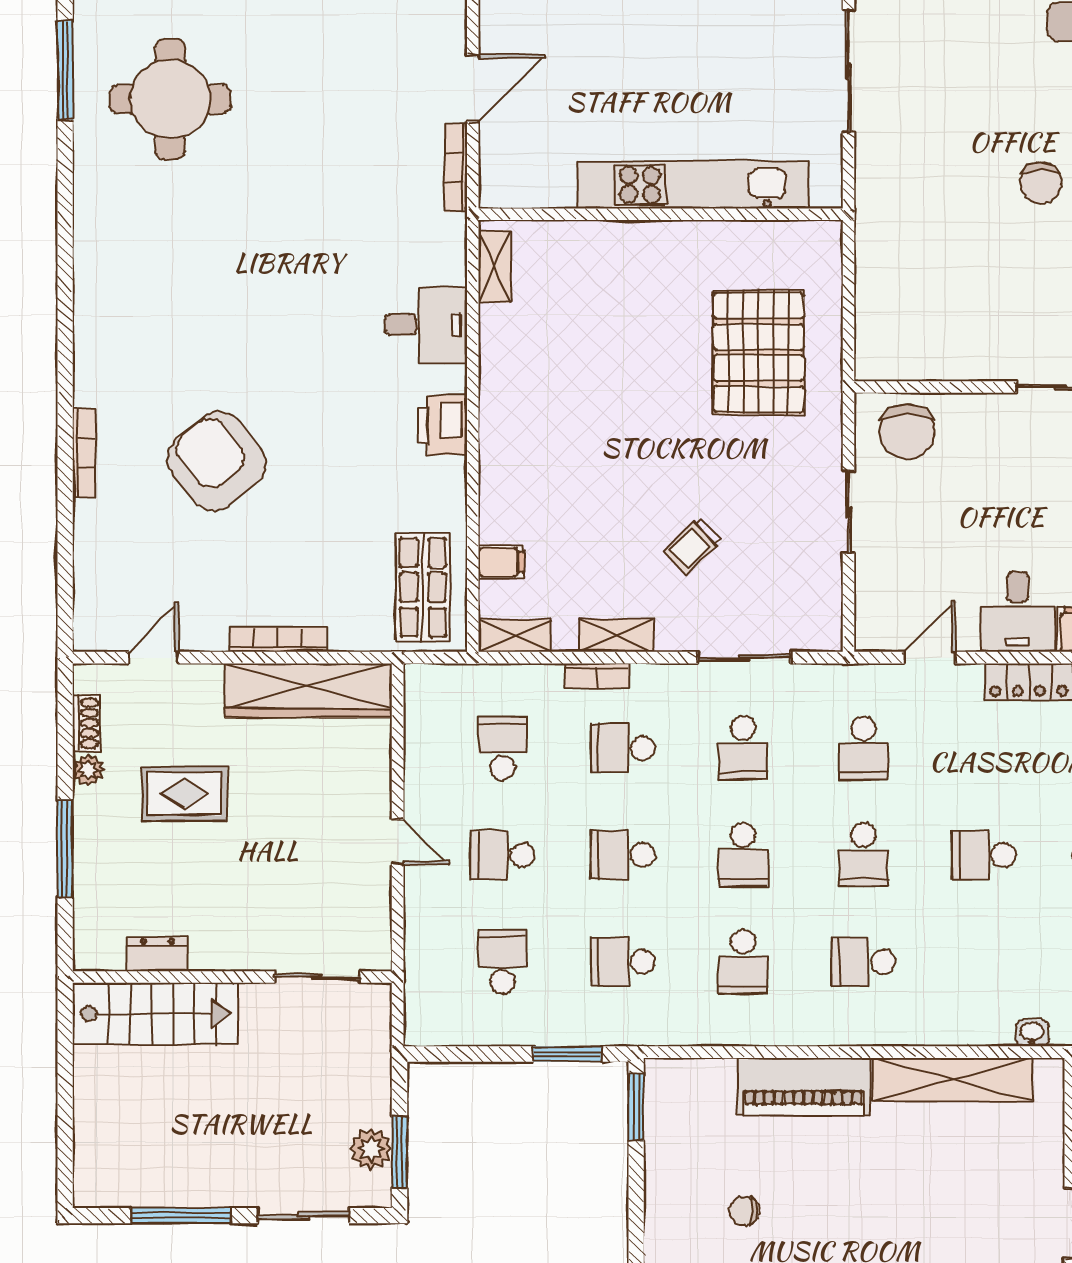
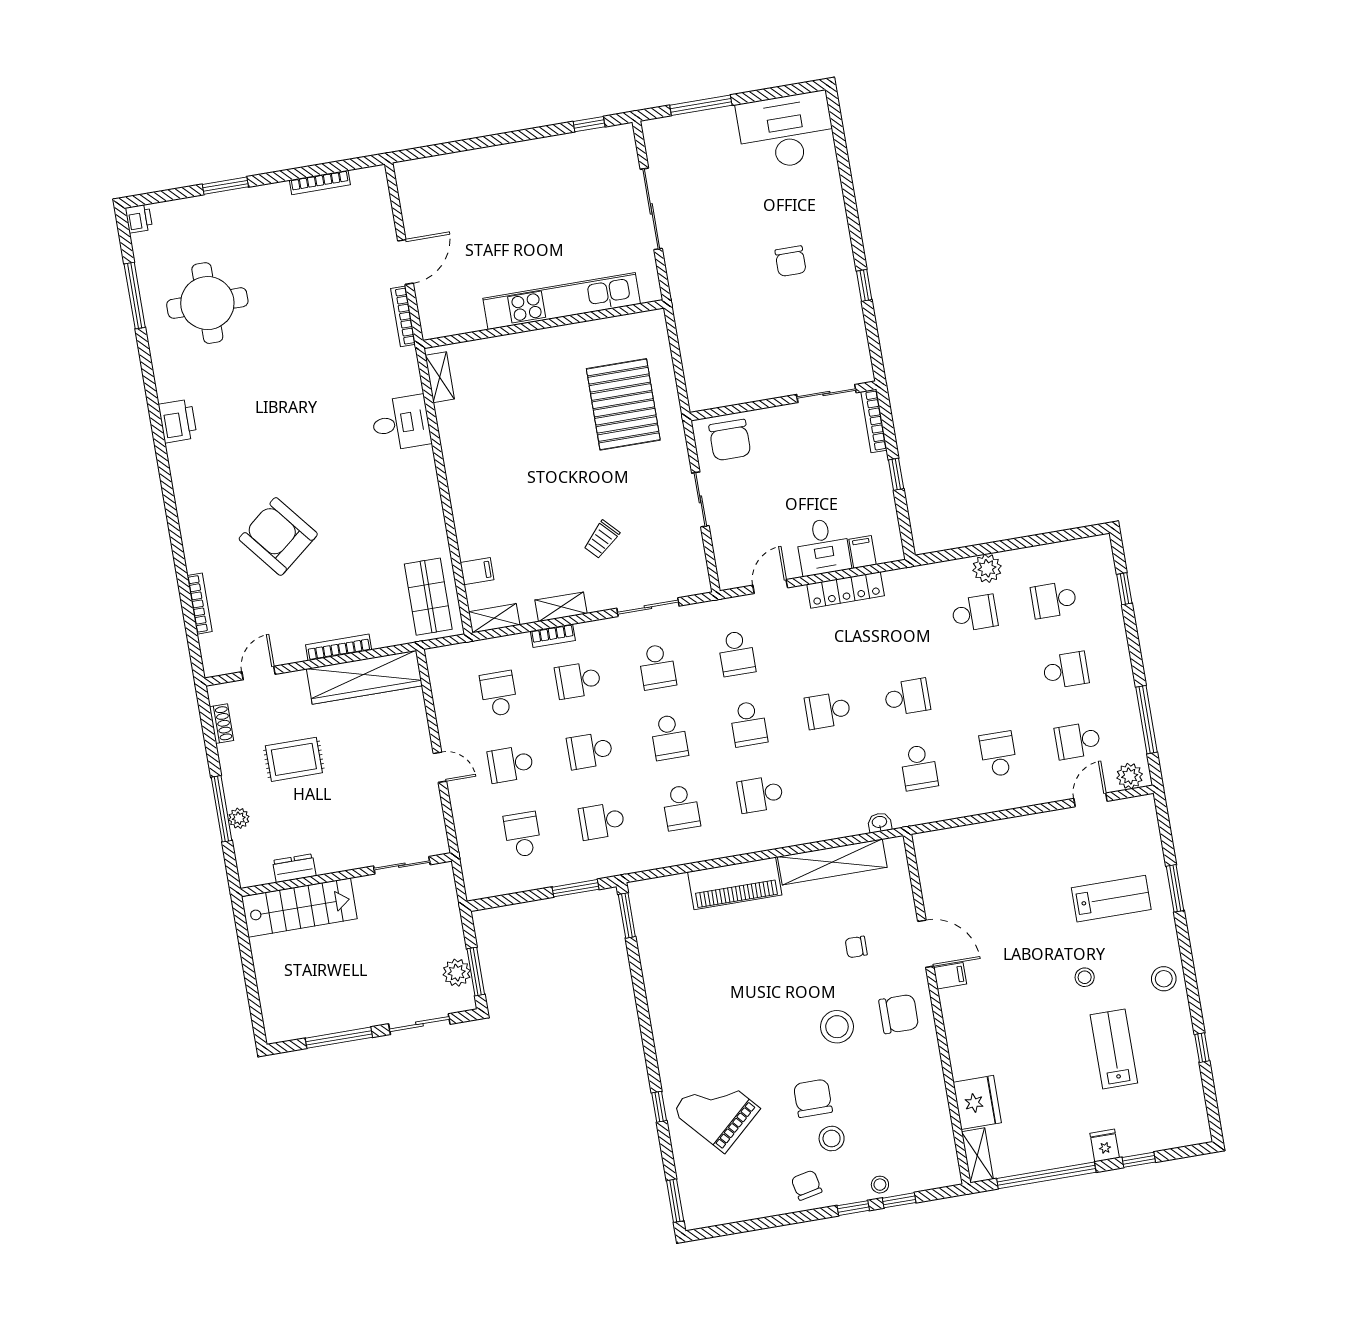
printer: (443, 425) -> (178, 421), moved, turned 180
bookcase: (84, 453) -> (200, 604), moved
plant: (88, 770) -> (239, 818), moved
chair: (744, 1211) -> (856, 947), moved

